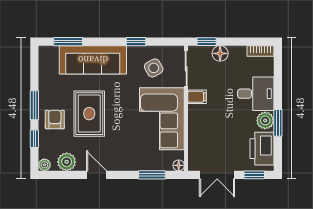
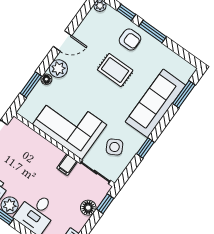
rug: (89, 114) -> (115, 70), width x0.73, depth x0.70
plant: (67, 162) -> (58, 69), moved
floor lamp: (179, 165) -> (46, 79), moved

